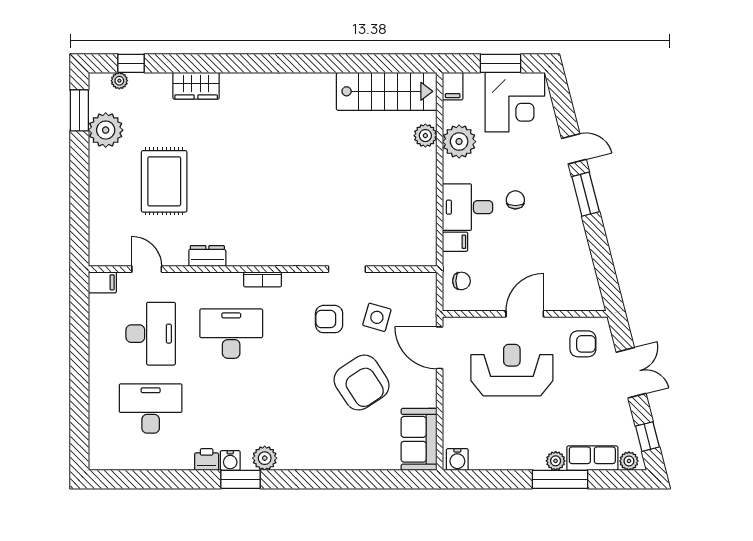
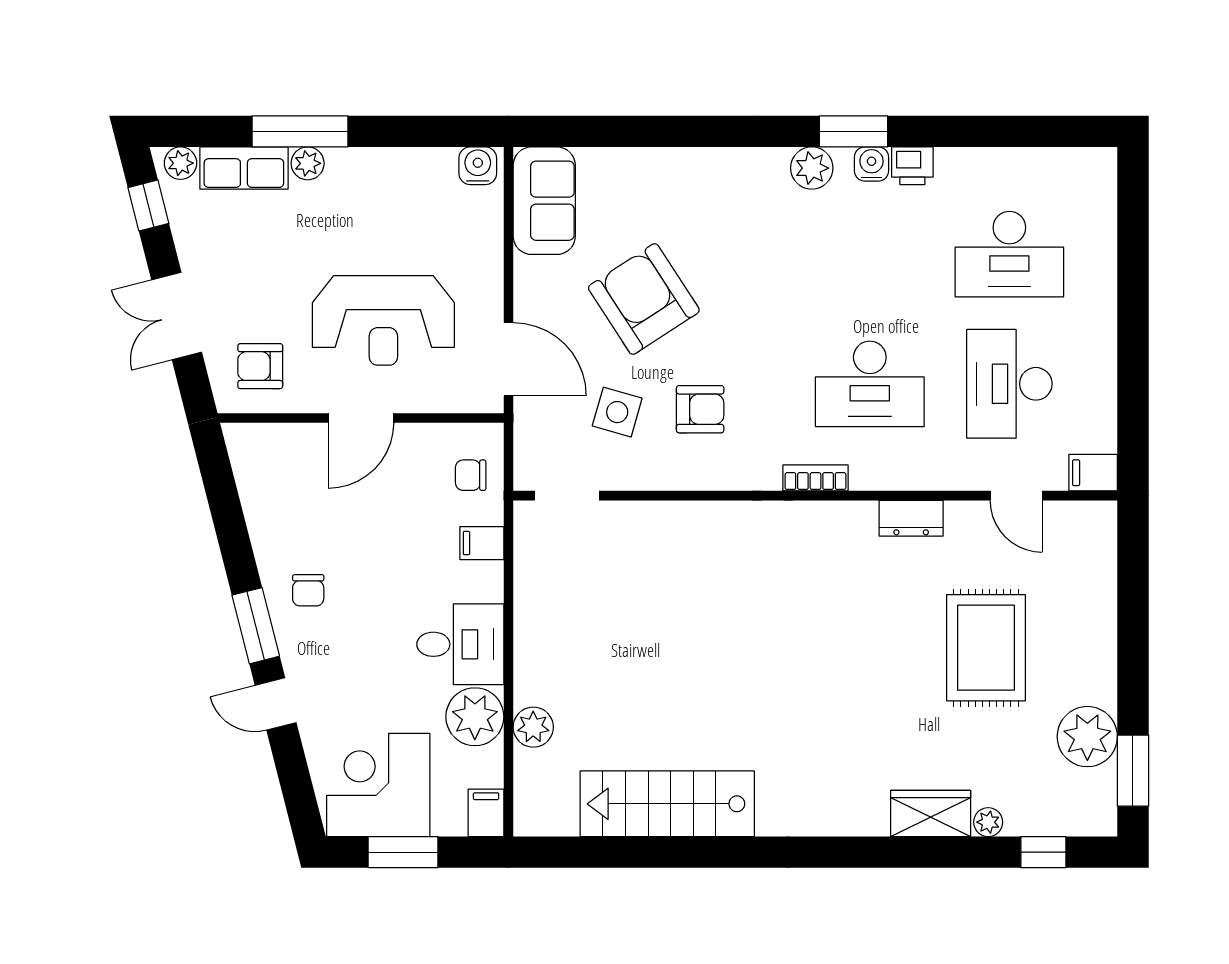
plant: (119, 81) -> (988, 822), moved
stairs: (387, 91) -> (667, 804), moved
chair: (515, 200) -> (308, 590), moved
desk: (467, 207) -> (460, 644), moved
doorway: (347, 269) -> (567, 496), moved

